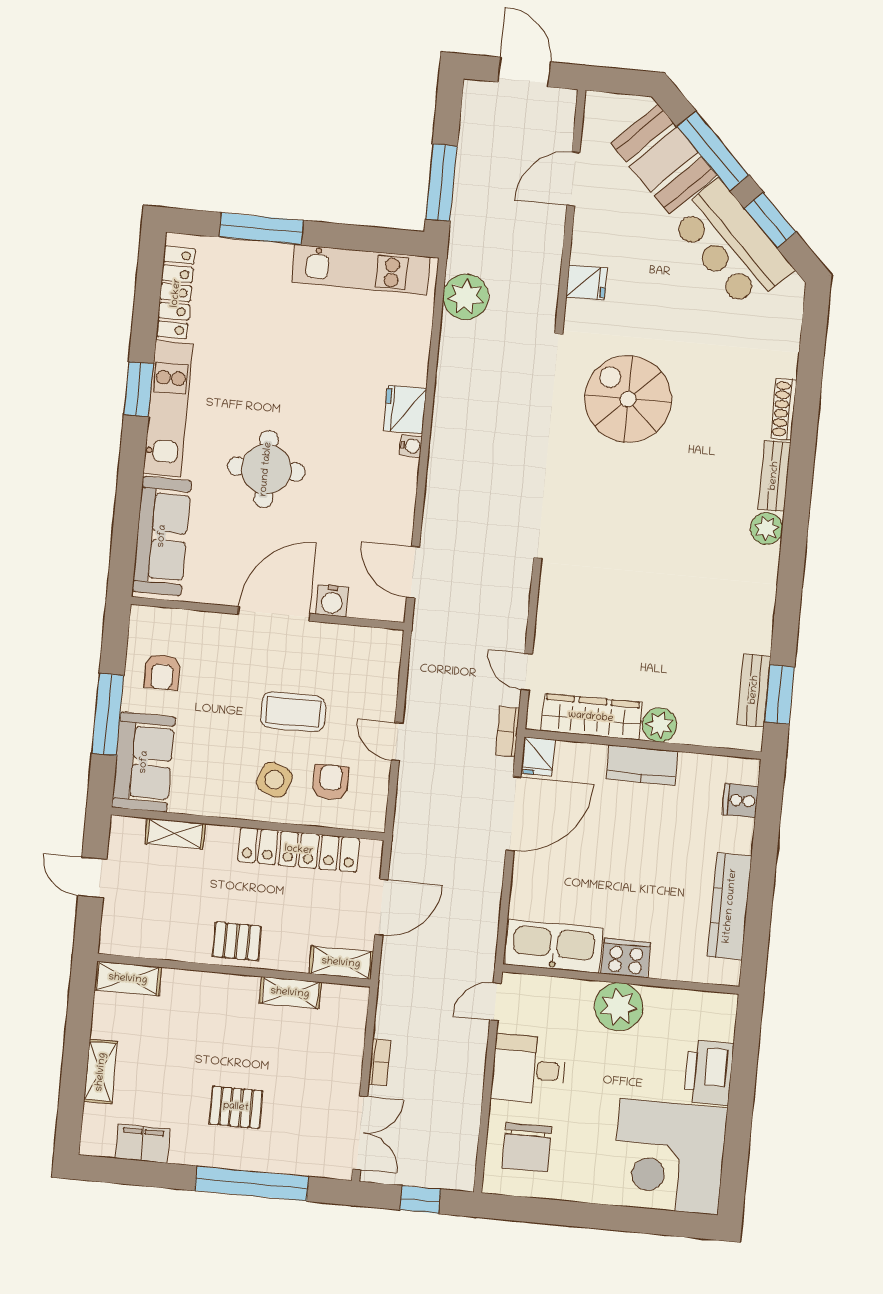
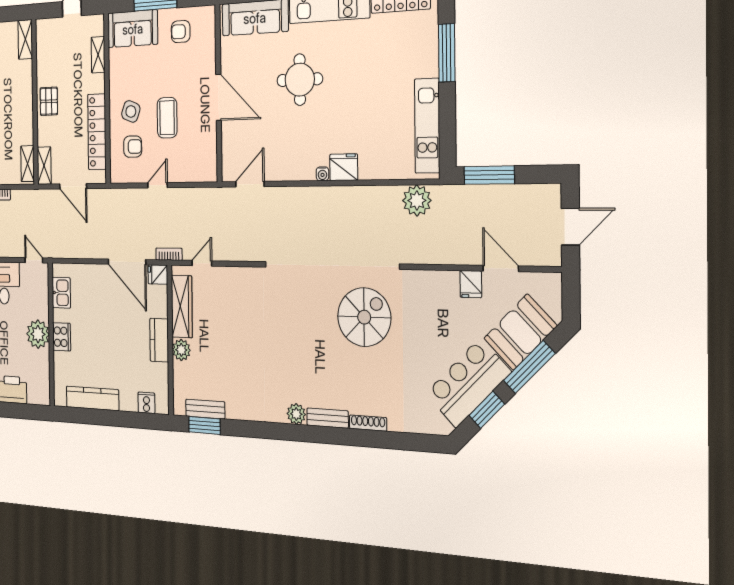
fridge: (587, 283) -> (471, 284), moved
water cooler: (332, 601) -> (229, 134), removed
kitchen sink: (554, 946) -> (61, 293), width x0.53, depth x0.81
shelving: (290, 993) -> (28, 164), moved

